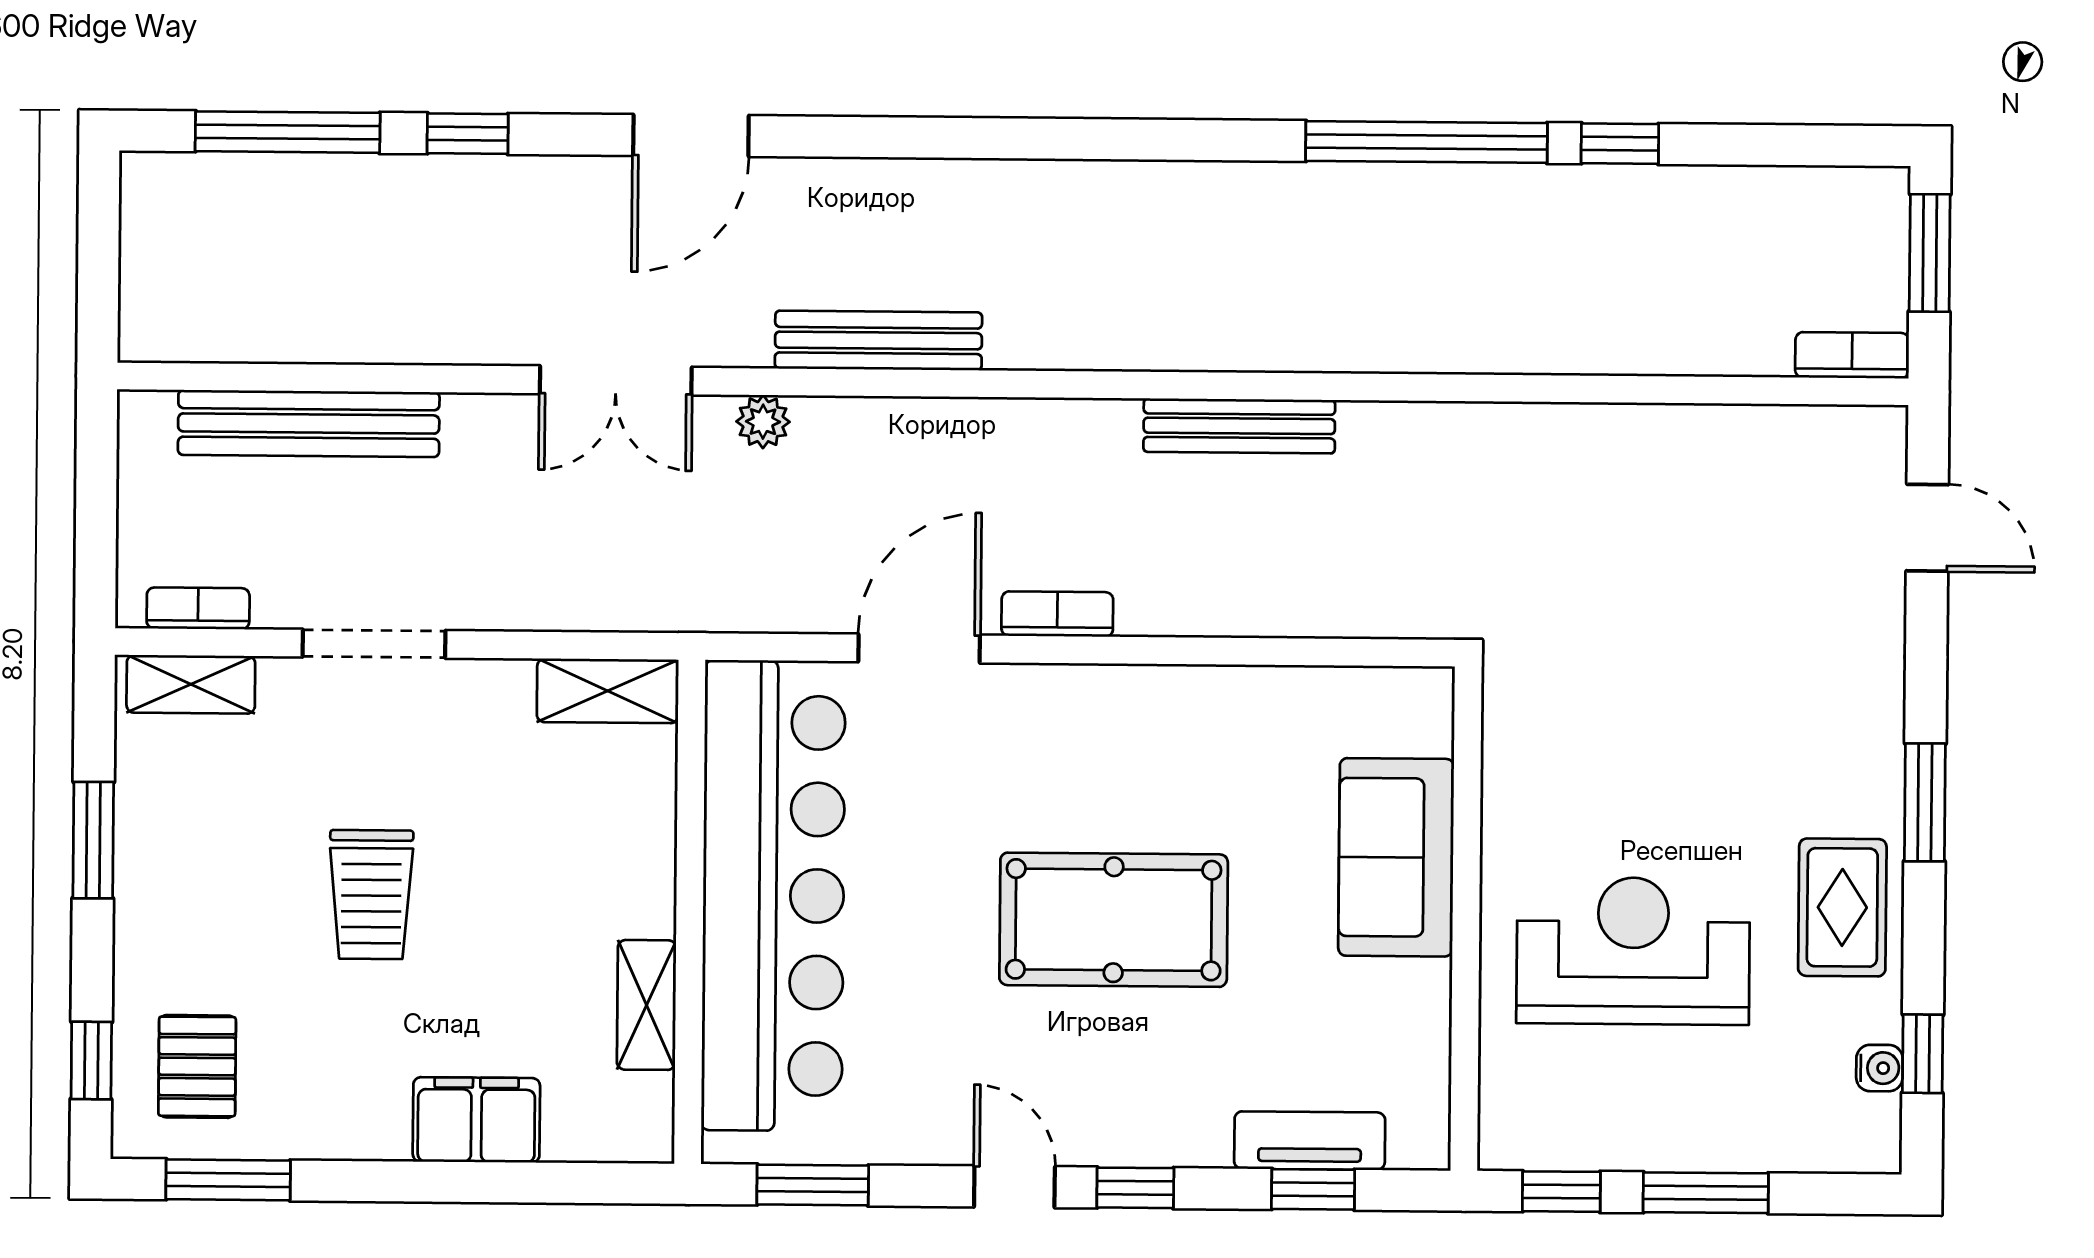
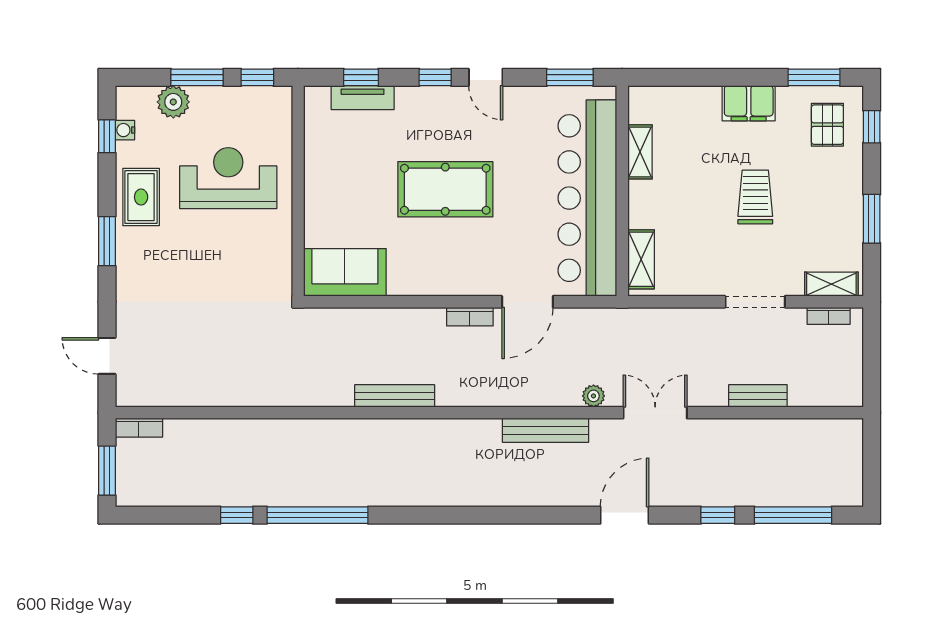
bench: (309, 423) -> (758, 396), width x0.54, depth x0.82
shelving: (608, 691) -> (641, 259), moved, turned 90
sofa: (1396, 857) -> (345, 272), moved, turned -90
reception desk: (1633, 951) -> (228, 178), turned 180
filing cabinet: (476, 1120) -> (749, 103), moved
plant: (1763, 1134) -> (173, 102), added

